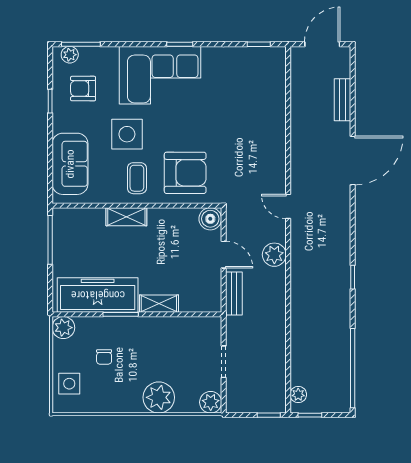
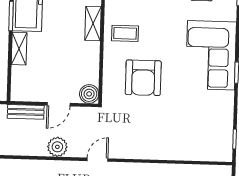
side table: (127, 134) -> (162, 26), removed
armchair: (185, 173) -> (143, 78), moved

